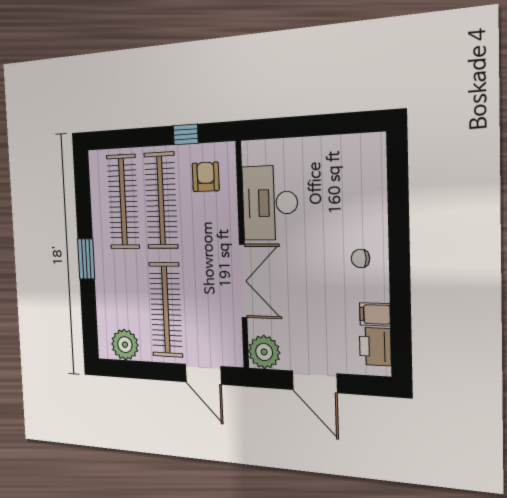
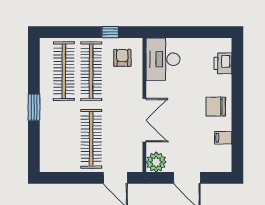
desk: (270, 203) -> (163, 59), moved
chair: (360, 258) -> (216, 107), width x1.87, depth x1.87
plant: (125, 345) -> (60, 162), removed
printer: (375, 347) -> (223, 63), moved

